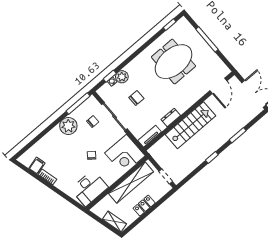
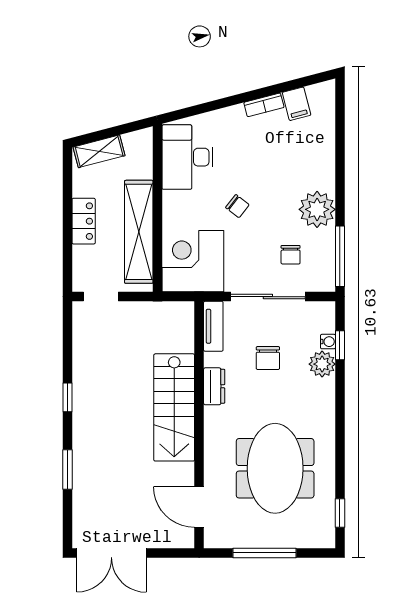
door: (218, 86) -> (199, 507), moved
wall: (189, 111) -> (199, 425), moved
dresser: (171, 118) -> (214, 386), moved
stairs: (191, 125) -> (174, 407), moved
tv unit: (150, 136) -> (213, 326), moved

